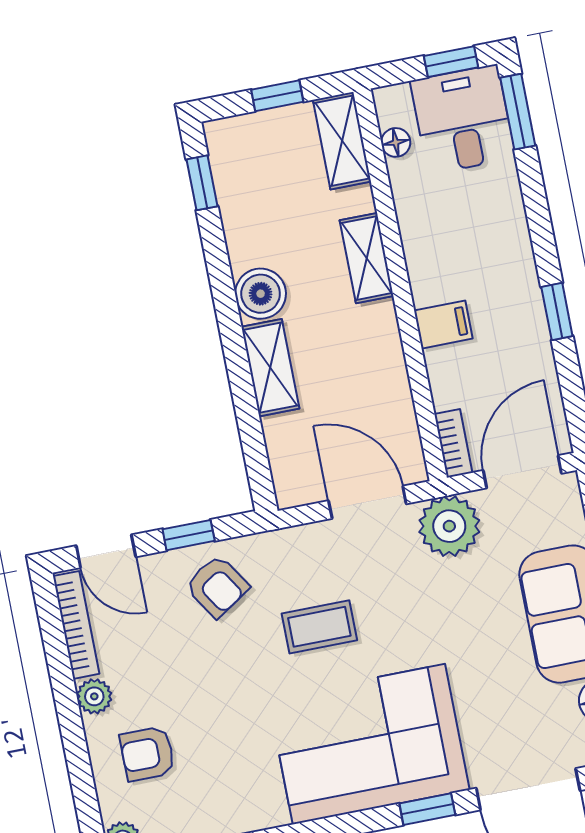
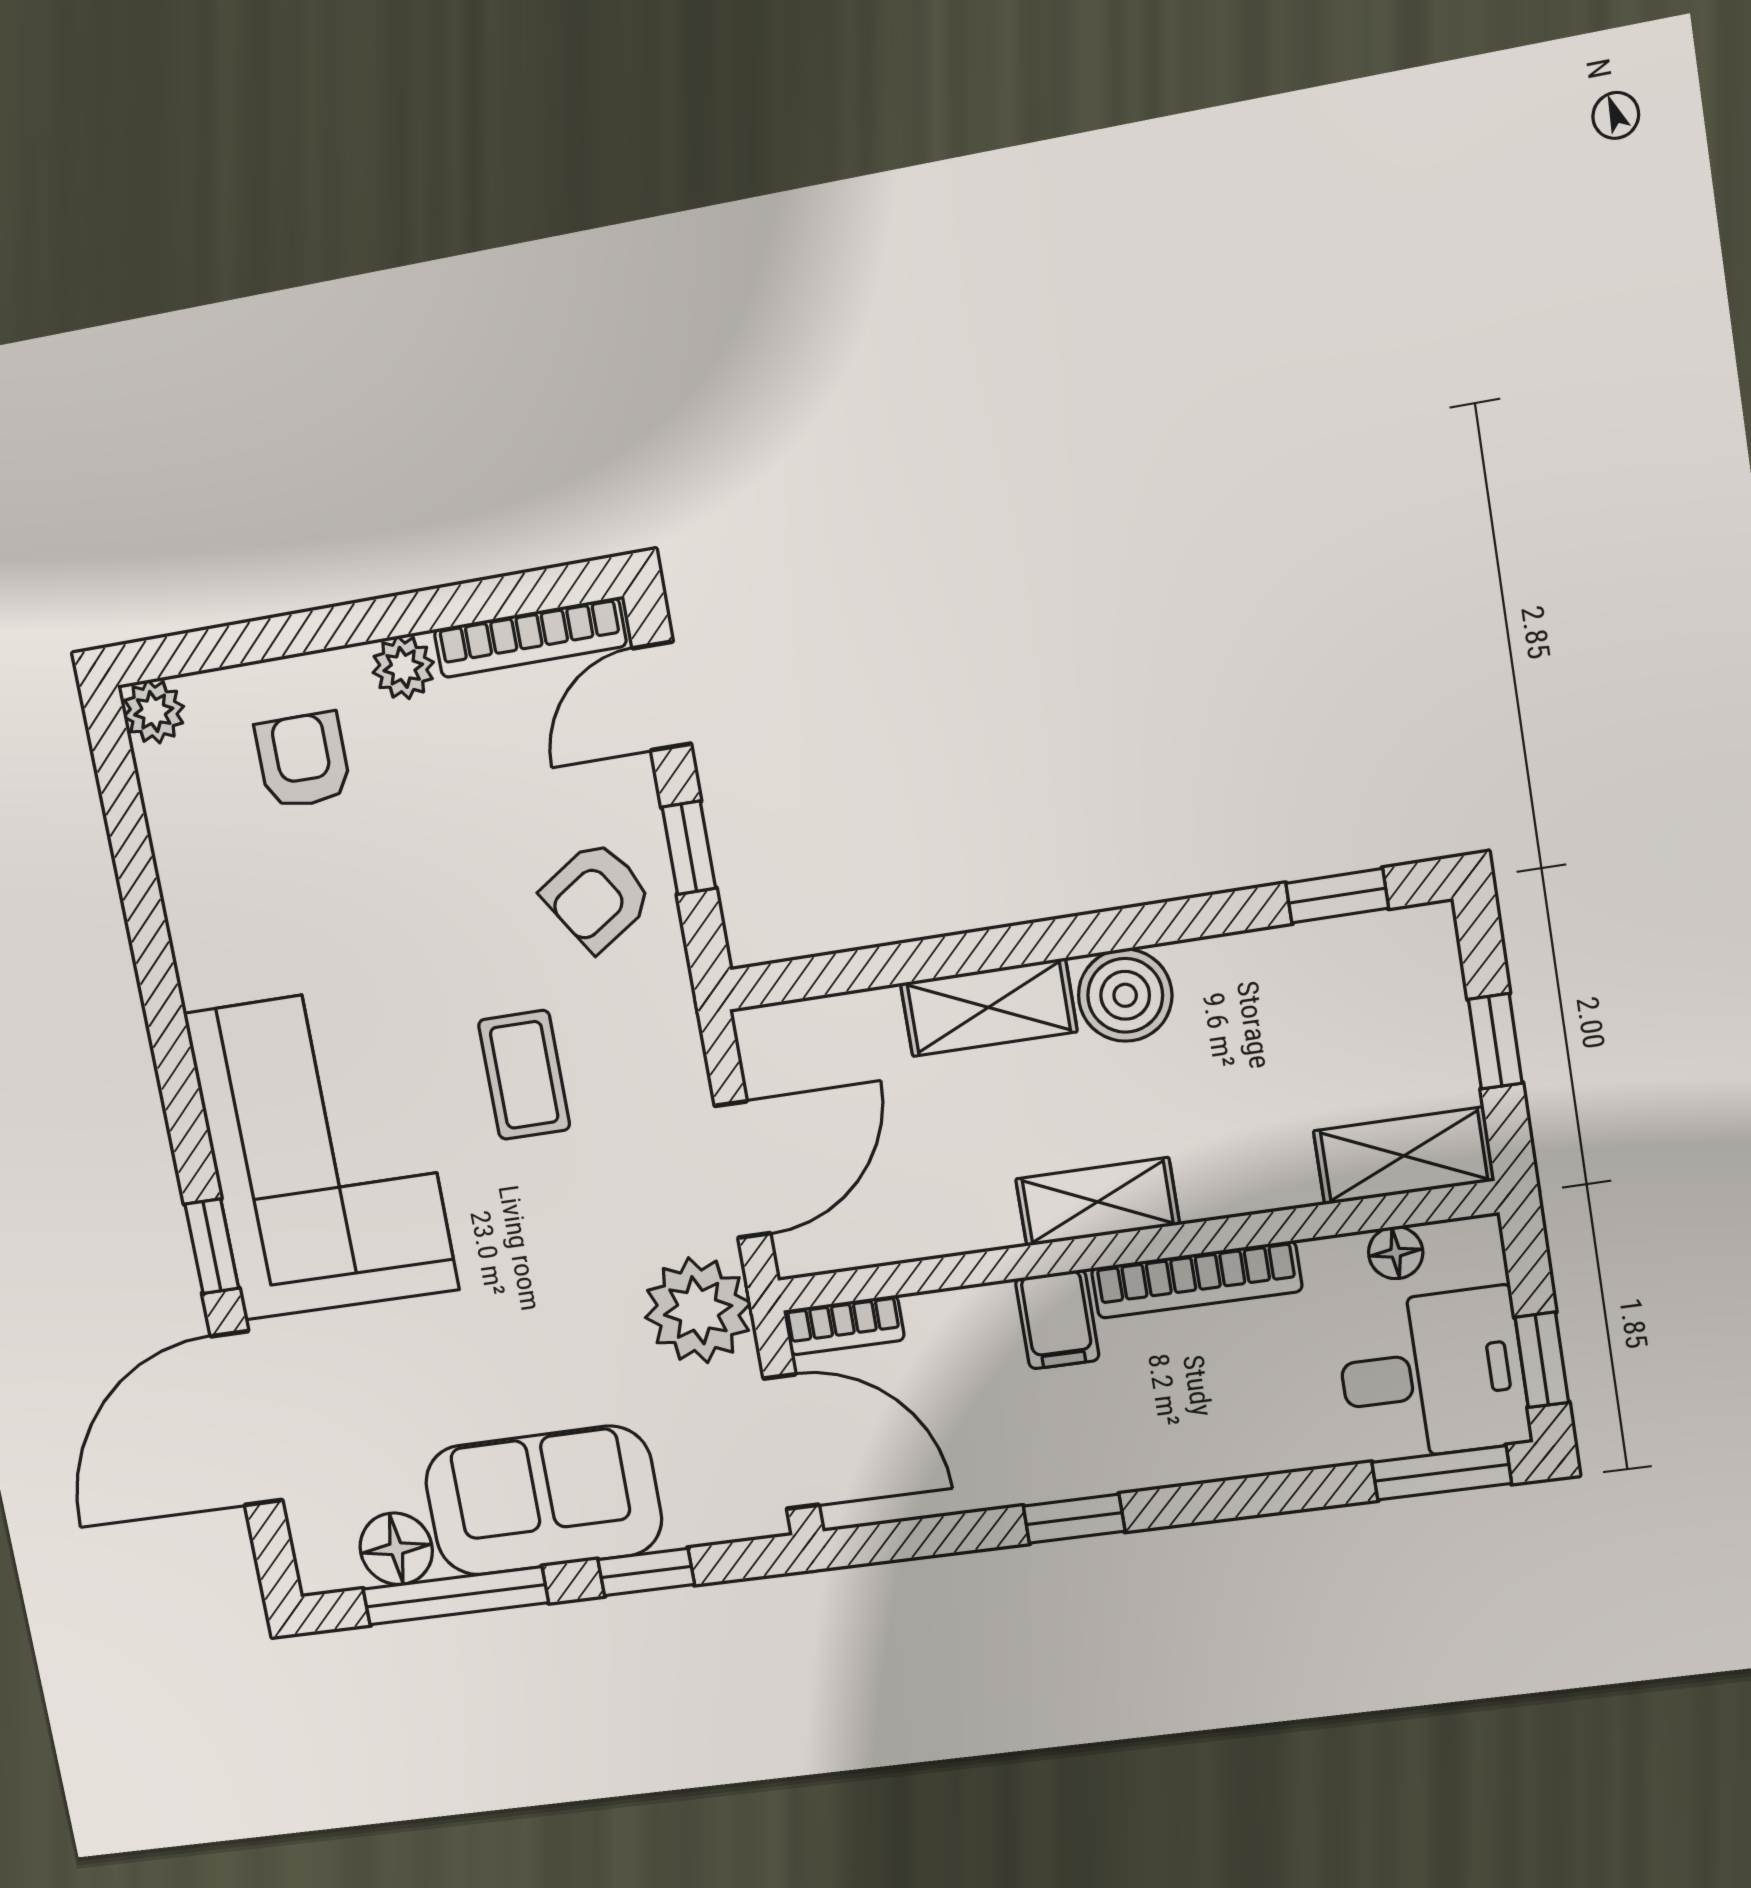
bookcase: (417, 249) -> (1196, 1280), added
shelving: (367, 258) -> (1098, 1202), moved

